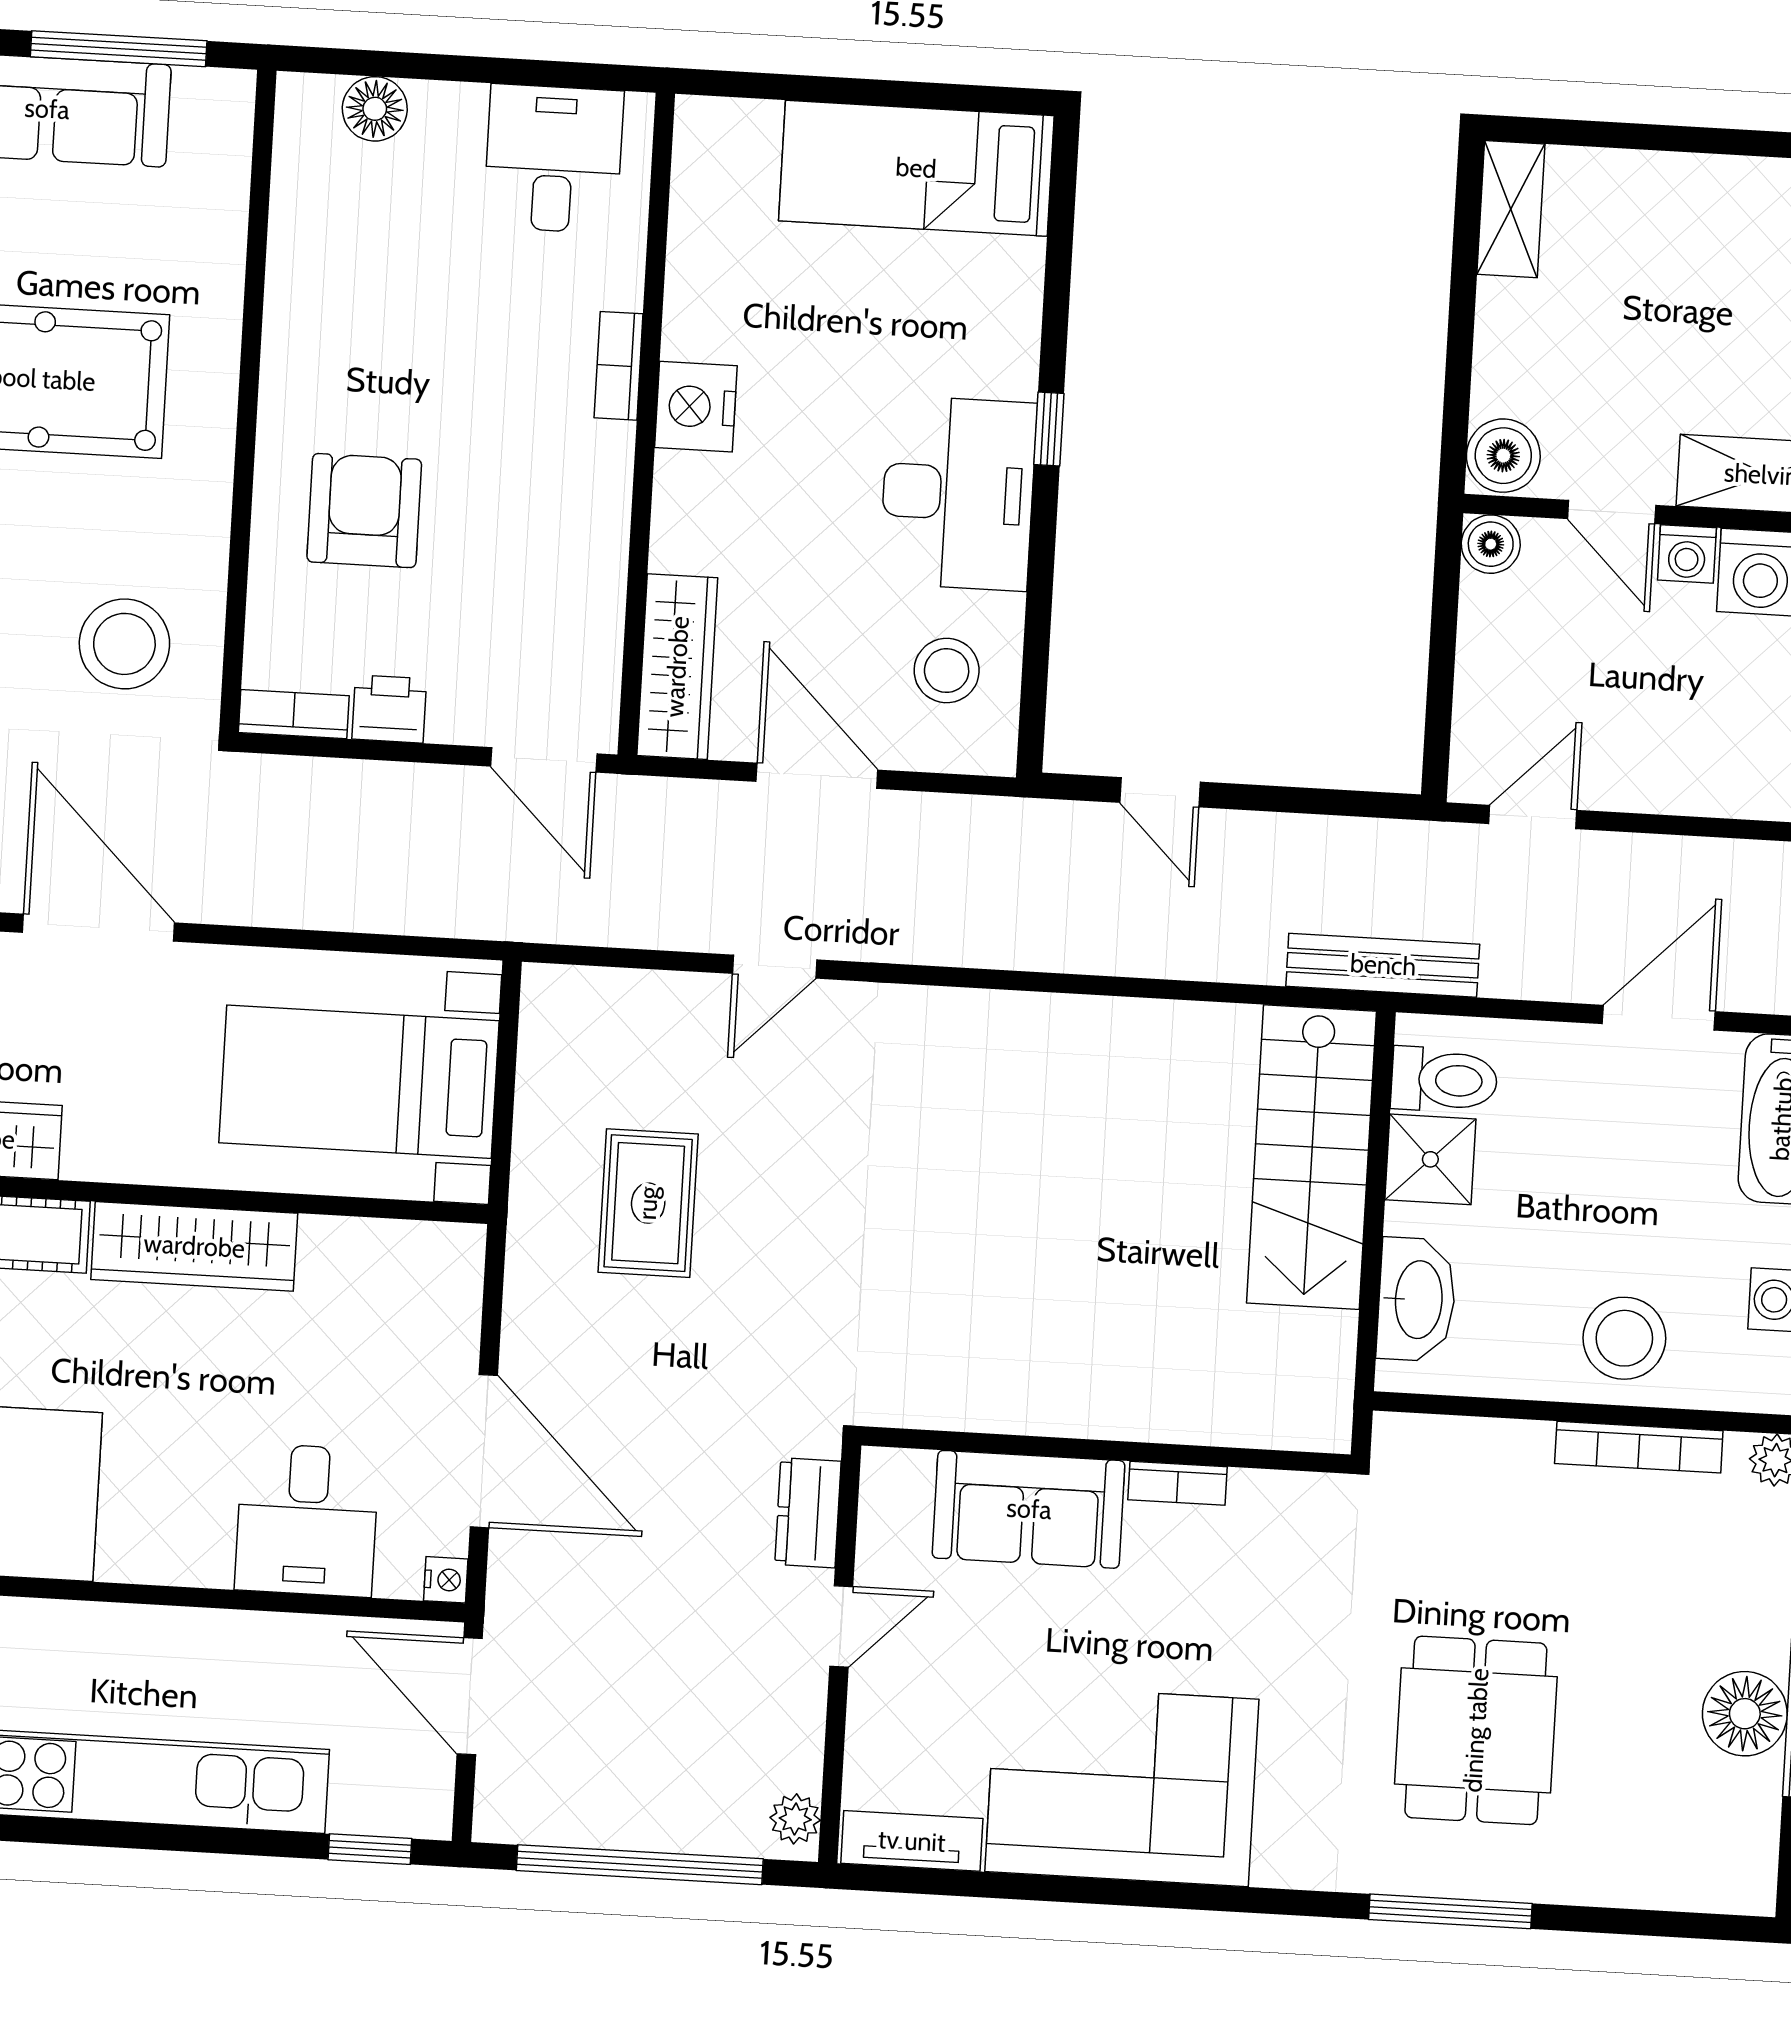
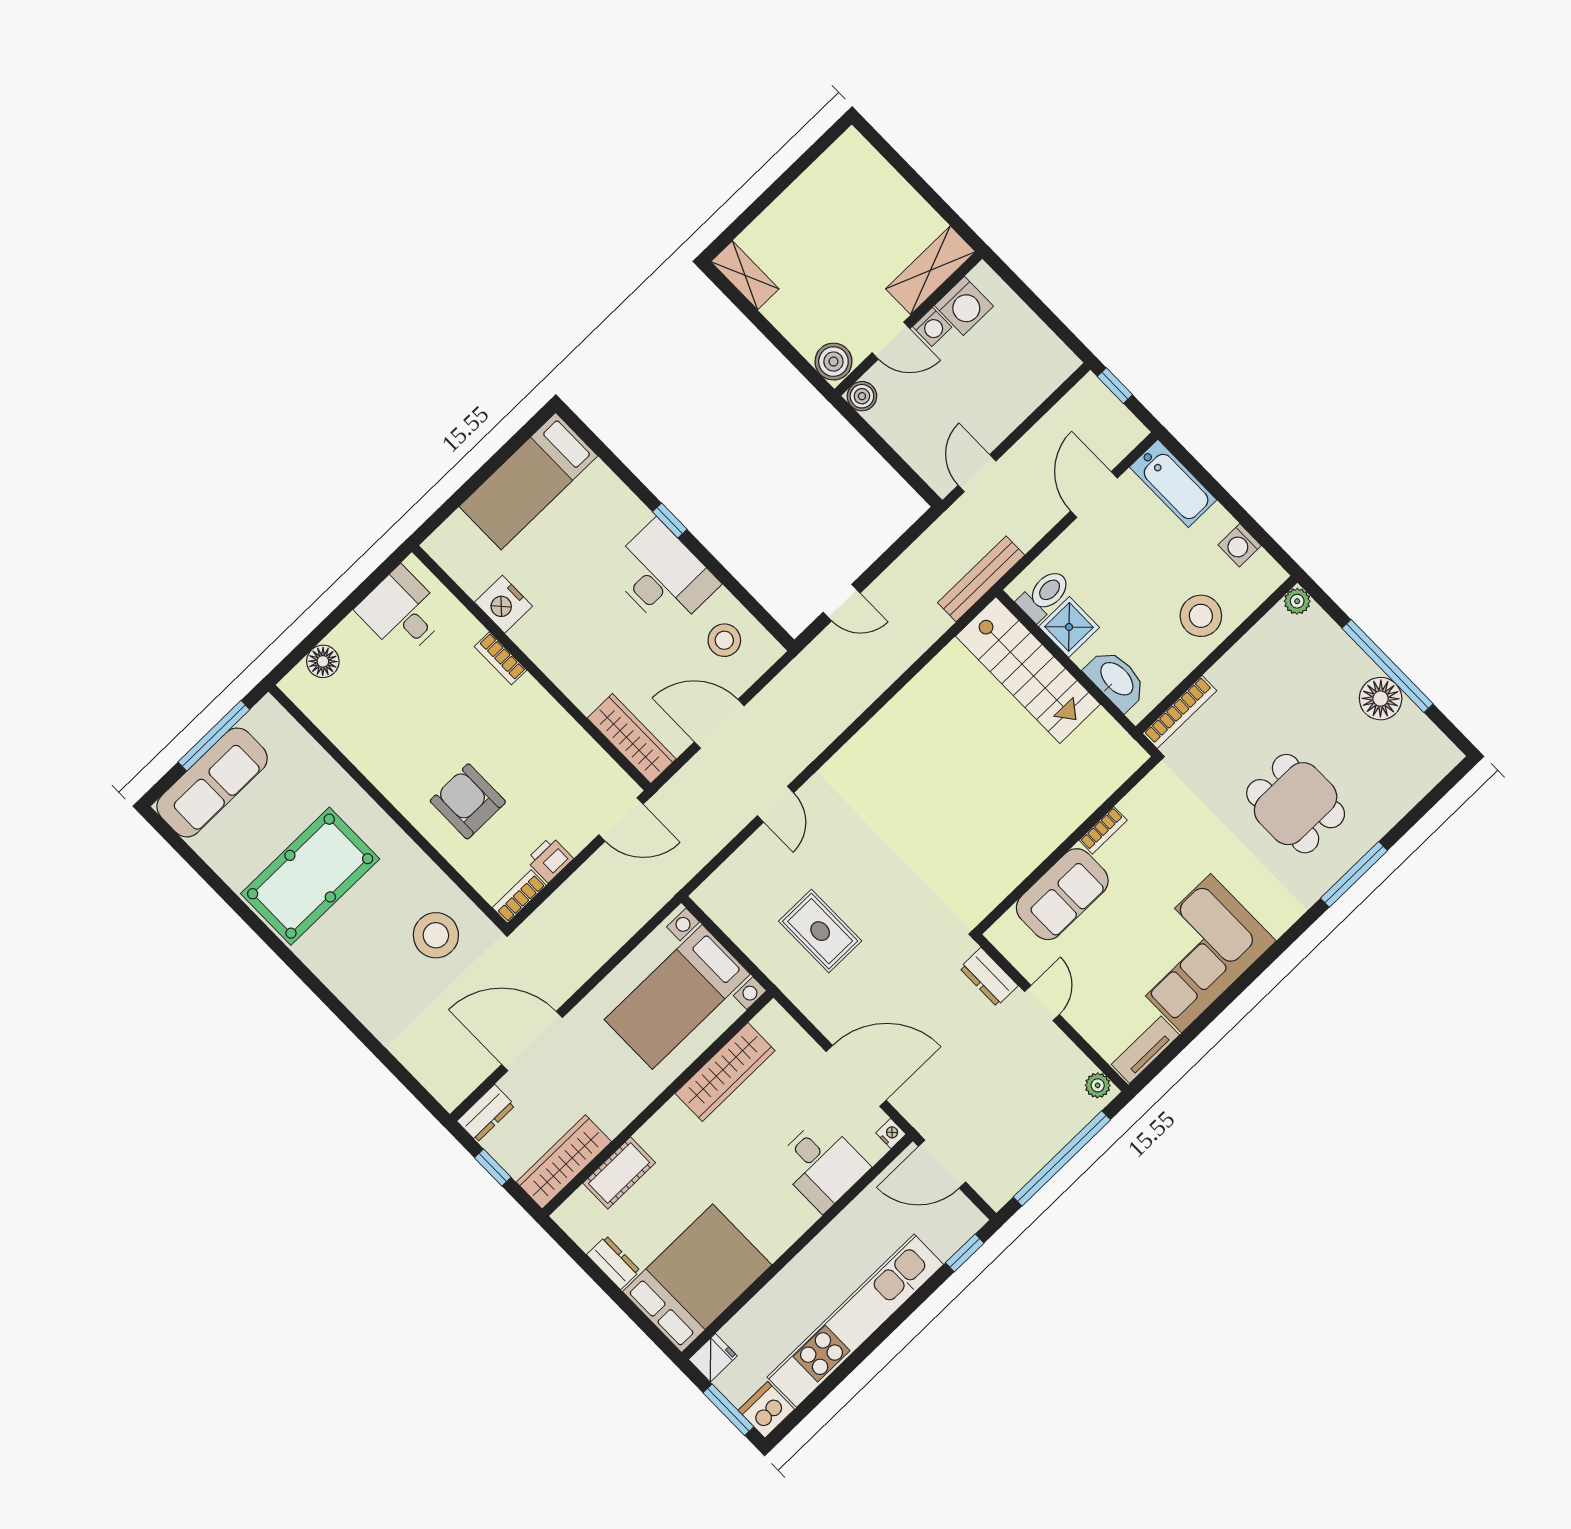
nightstand: (696, 407) -> (503, 604), moved
wardrobe: (194, 1246) -> (725, 1072), moved
bookcase: (1639, 1447) -> (1180, 712), moved

